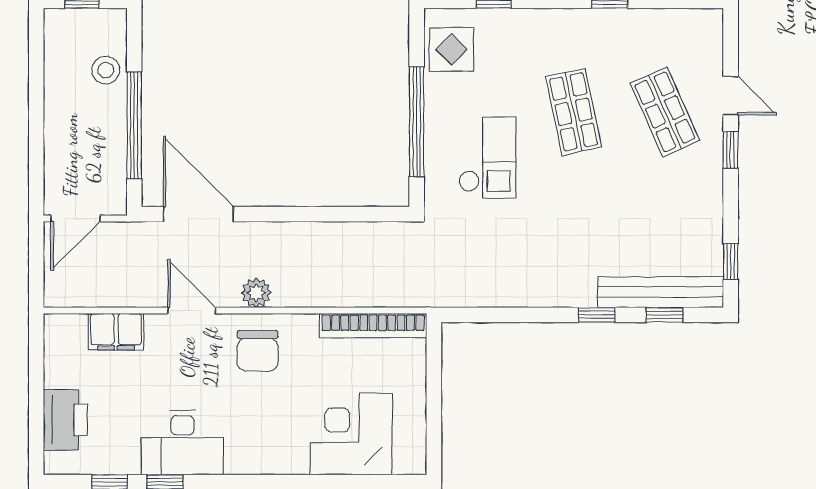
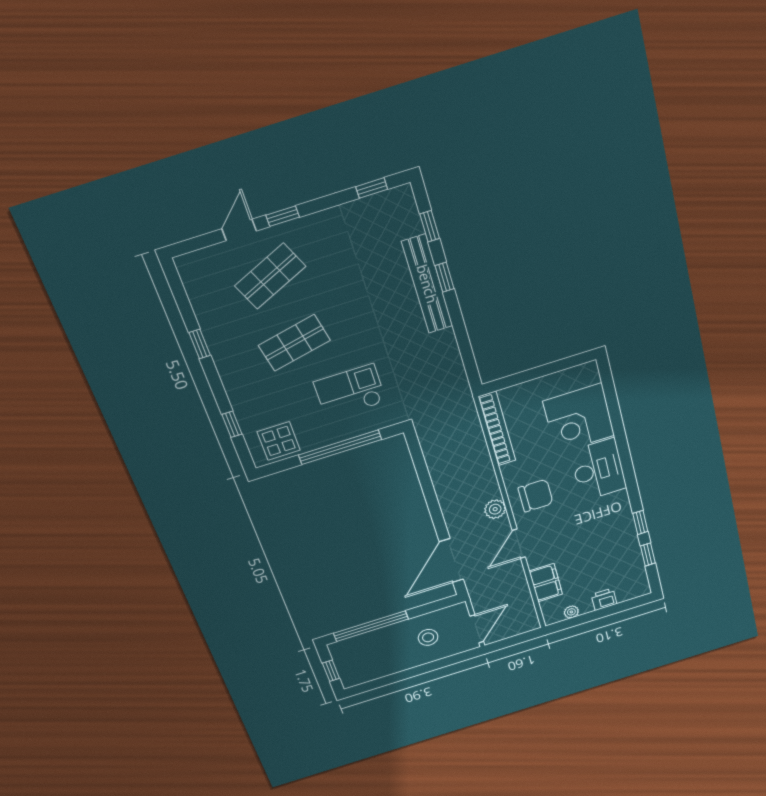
stool: (106, 70) -> (428, 637), moved
window: (134, 125) -> (371, 626), moved
door: (76, 218) -> (477, 629), hinge flipped
bench: (661, 292) -> (427, 284), moved
plant: (54, 355) -> (571, 612), added
printer: (65, 420) -> (604, 599), width x0.53, depth x0.68
desk: (182, 443) -> (598, 470), moved

